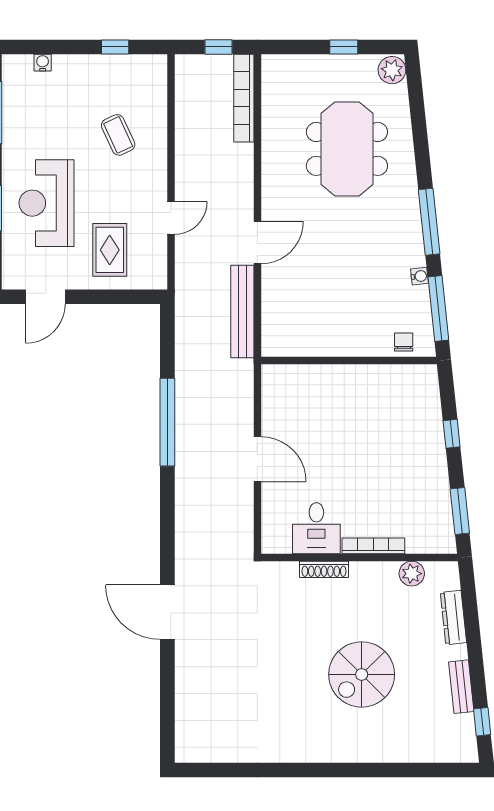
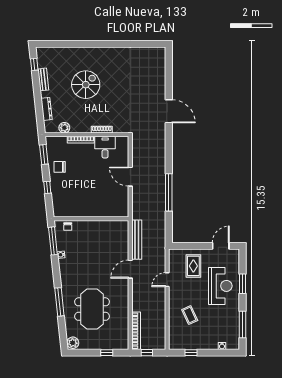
window: (344, 47) -> (107, 353), moved
window: (429, 222) -> (59, 302), moved
chair: (423, 482) -> (60, 167), added

